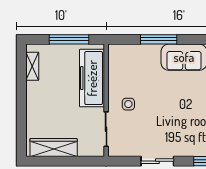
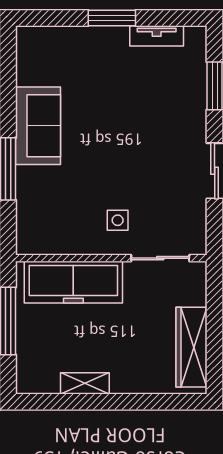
shelving: (32, 66) -> (85, 383), moved

